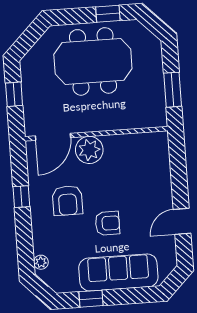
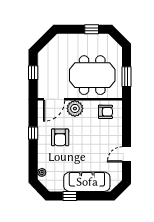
meeting table: (93, 61) -> (92, 75), moved
armchair: (107, 223) -> (105, 112), moved

